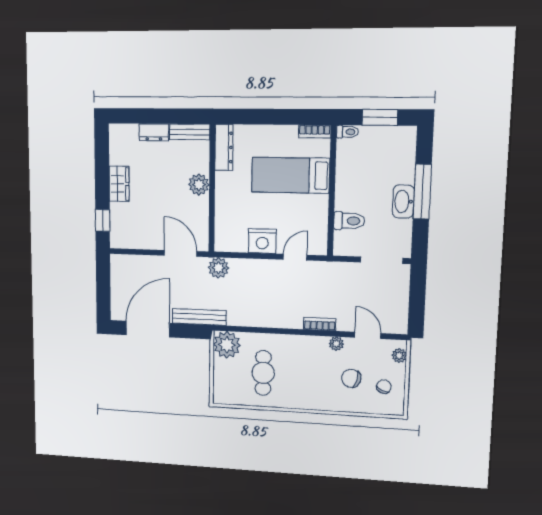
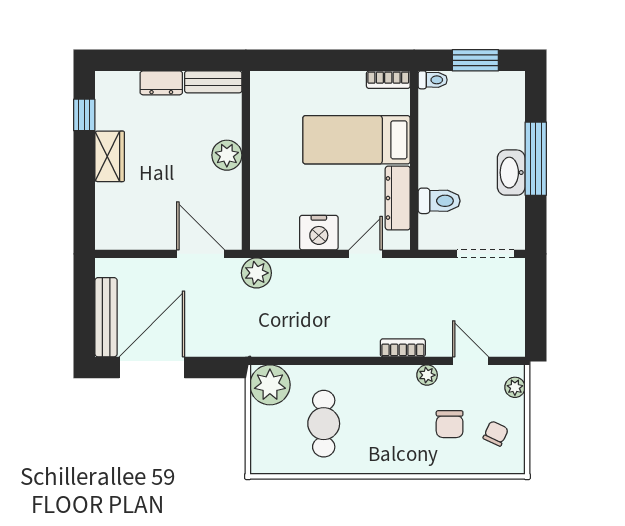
dresser: (224, 147) -> (398, 198), moved, turned 180
window: (103, 220) -> (84, 115), moved
bench: (199, 317) -> (106, 317), moved, turned 90
chair: (351, 378) -> (450, 424), turned -105

